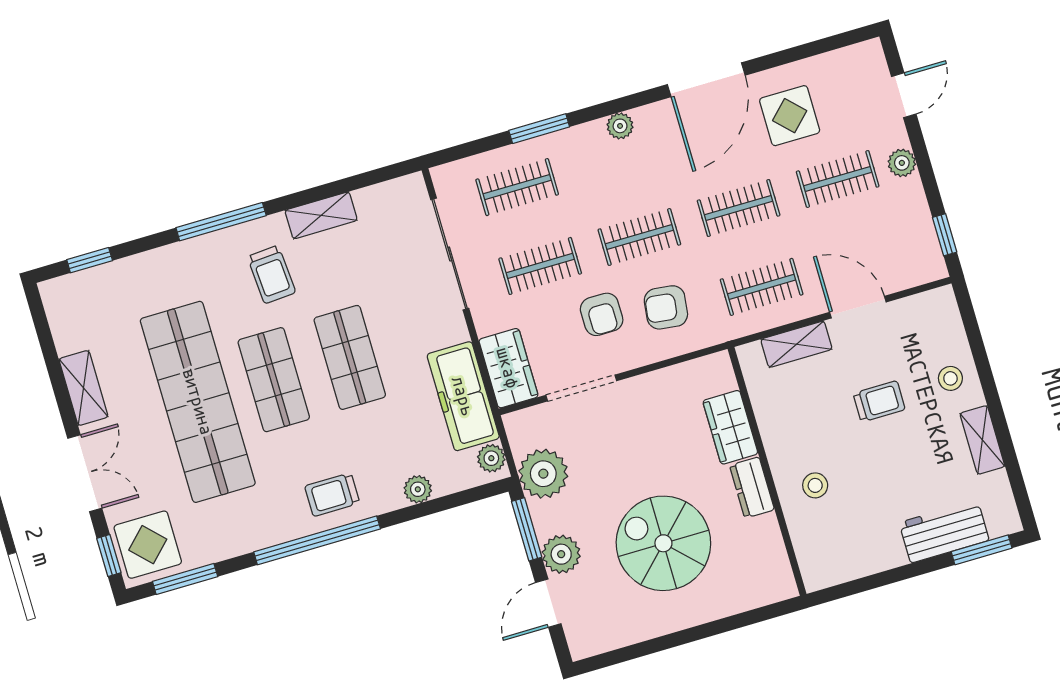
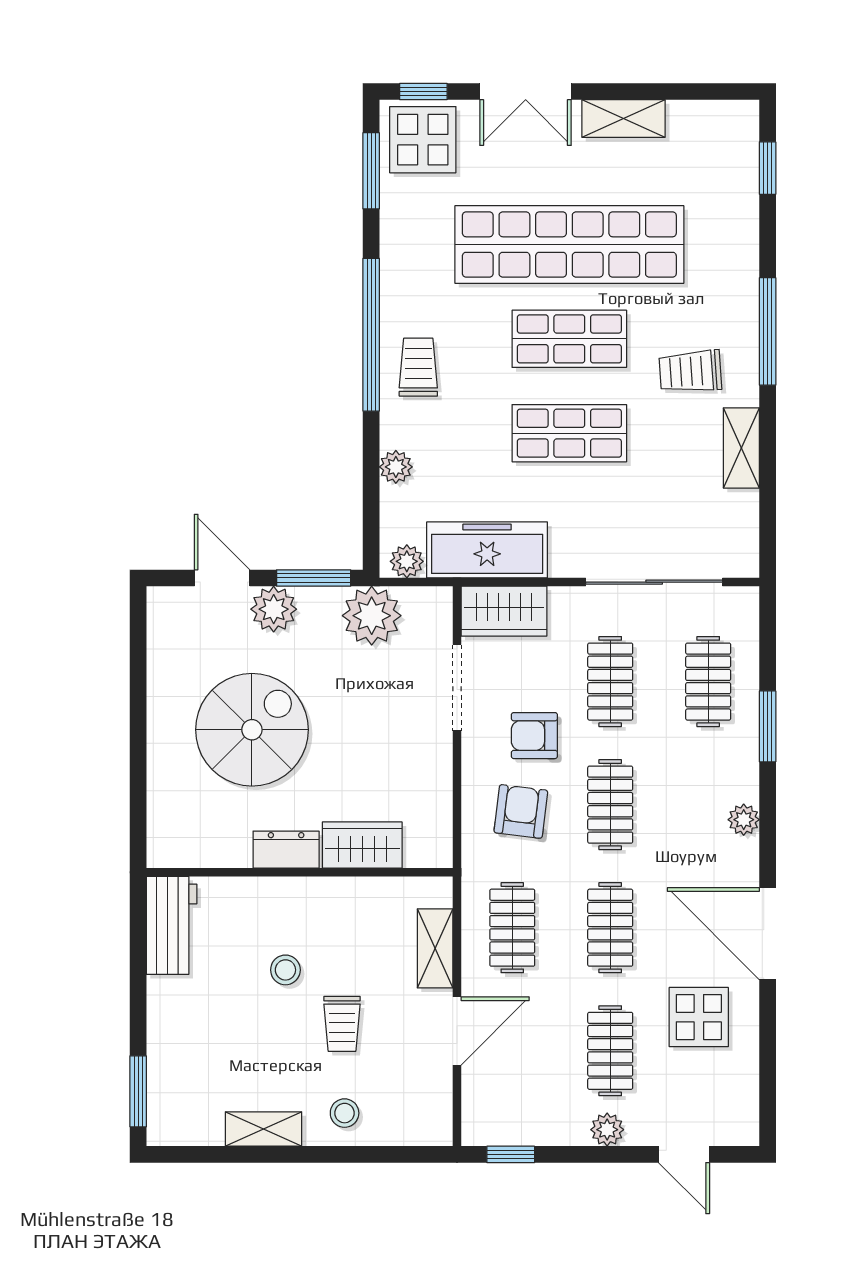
stool: (815, 485) -> (285, 970), moved
workbench: (944, 531) -> (172, 925), moved

